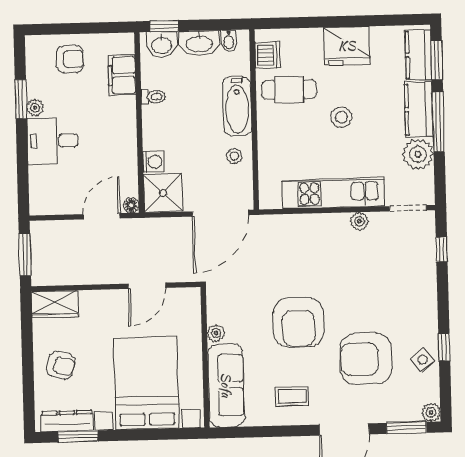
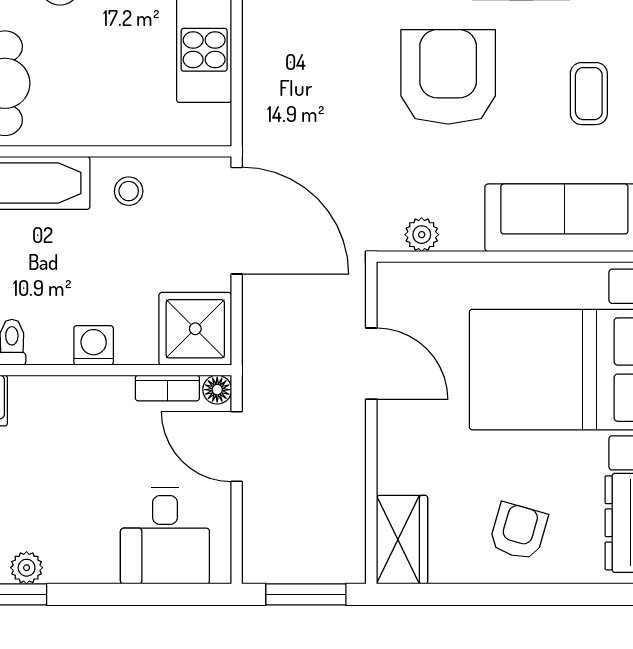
desk: (53, 141) -> (165, 536), moved
washing machine: (153, 162) -> (94, 345), moved
bookcase: (131, 179) -> (167, 388), added
armchair: (299, 322) -> (448, 77), turned -90
plant: (216, 333) -> (422, 235), moved

